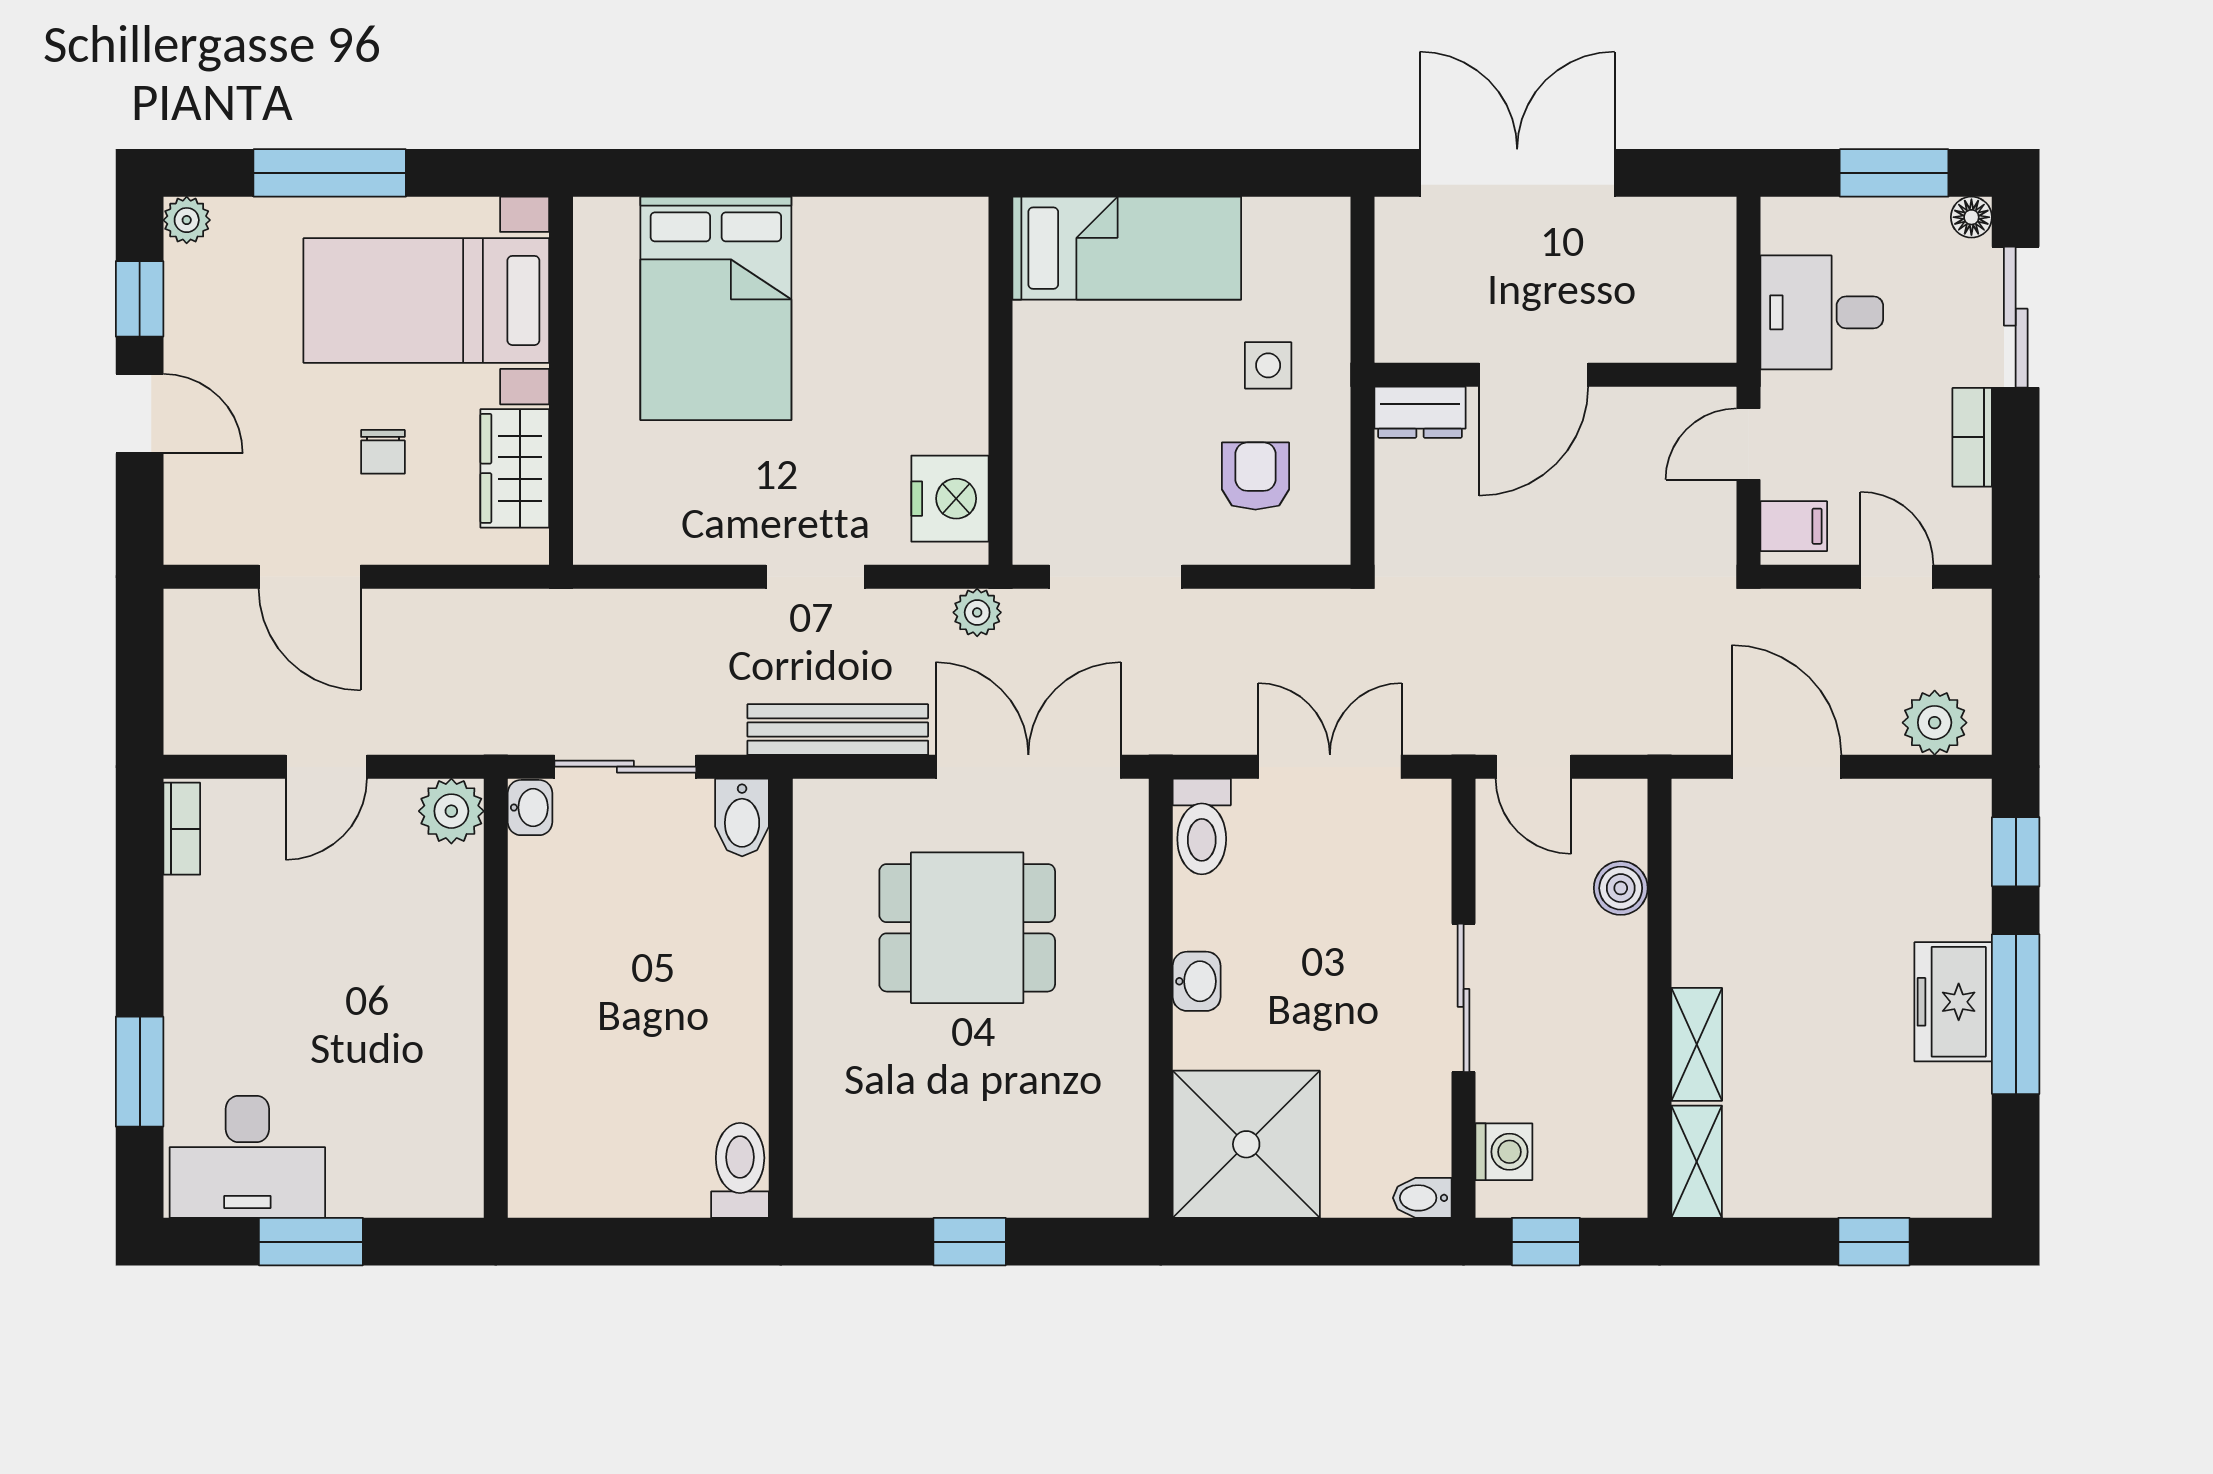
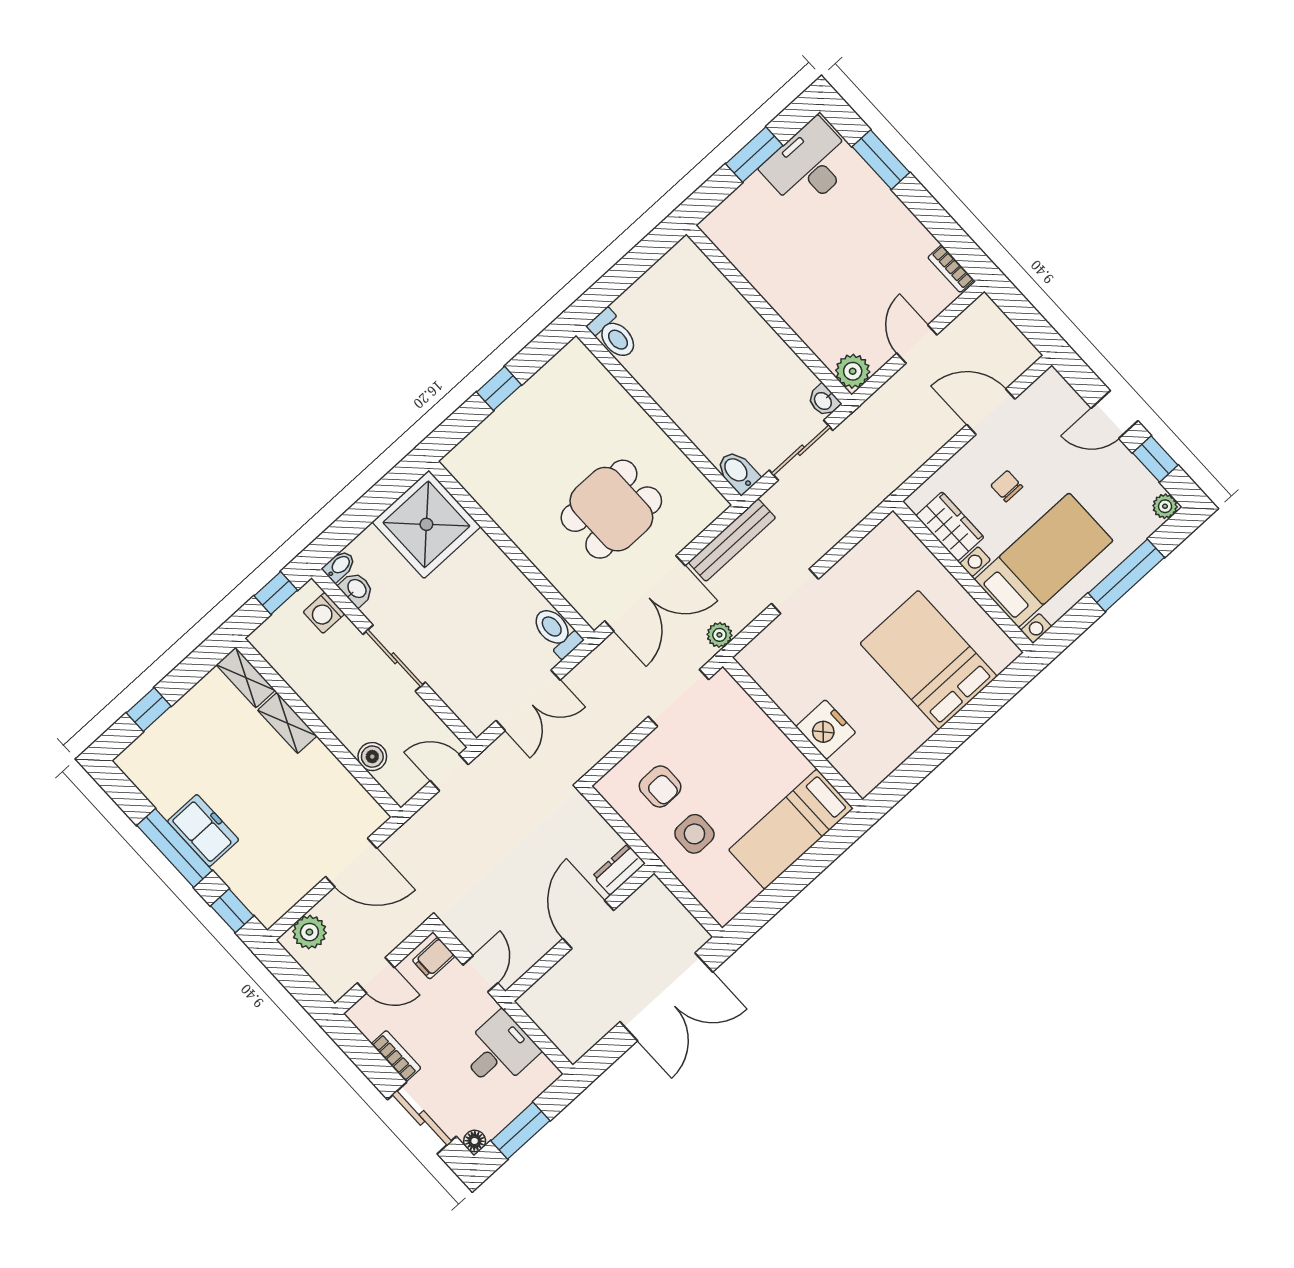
side table: (1268, 365) -> (694, 834), width x1.37, depth x1.37
nightstand: (950, 499) -> (826, 730), moved
washbasin: (1197, 981) -> (356, 589), moved, turned 180

